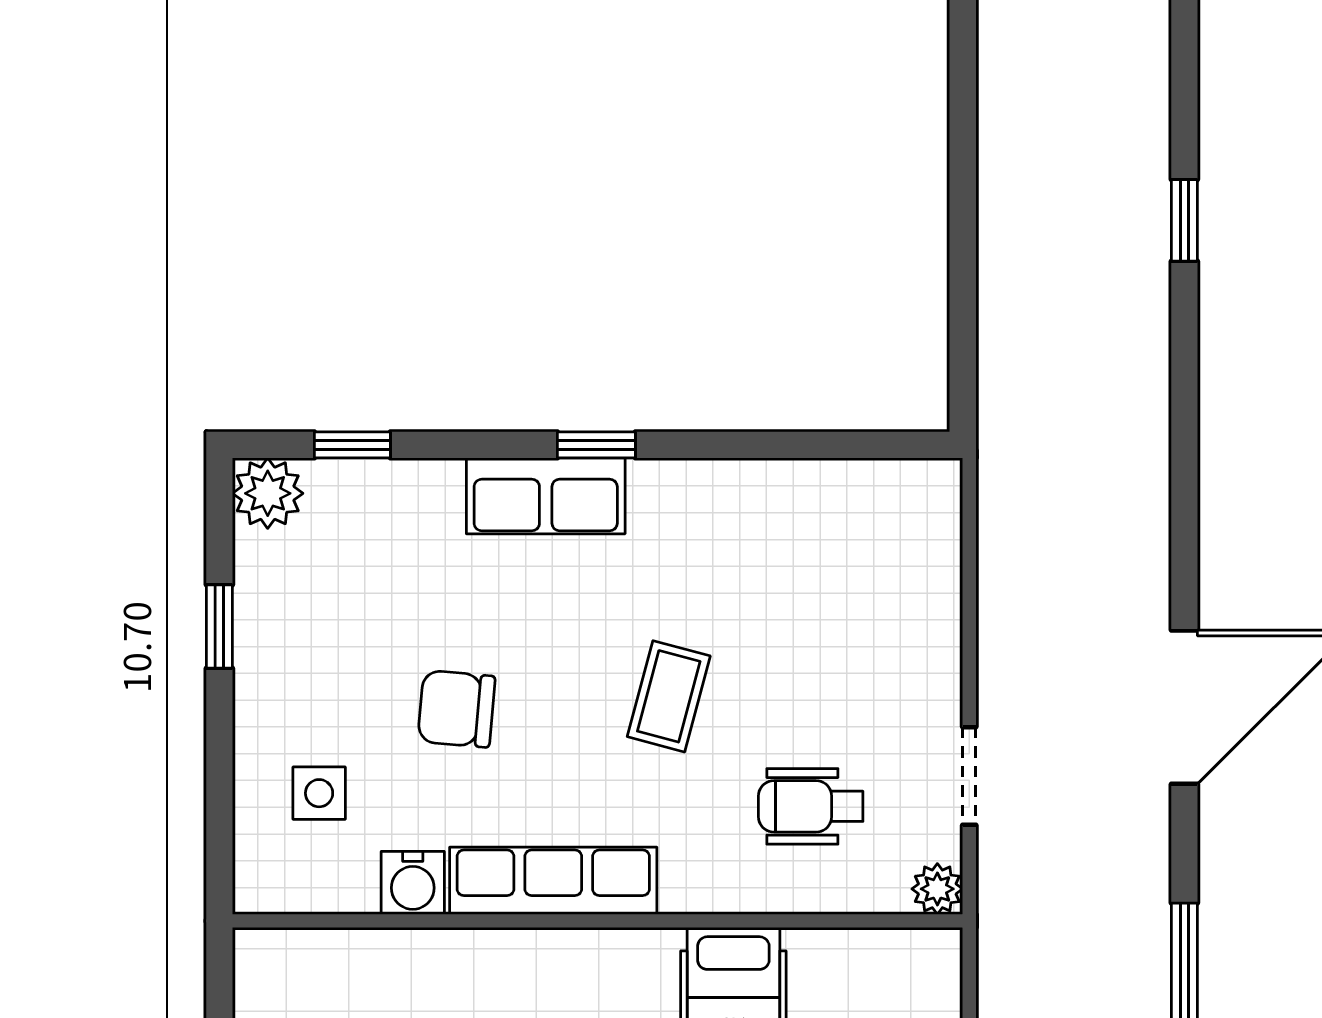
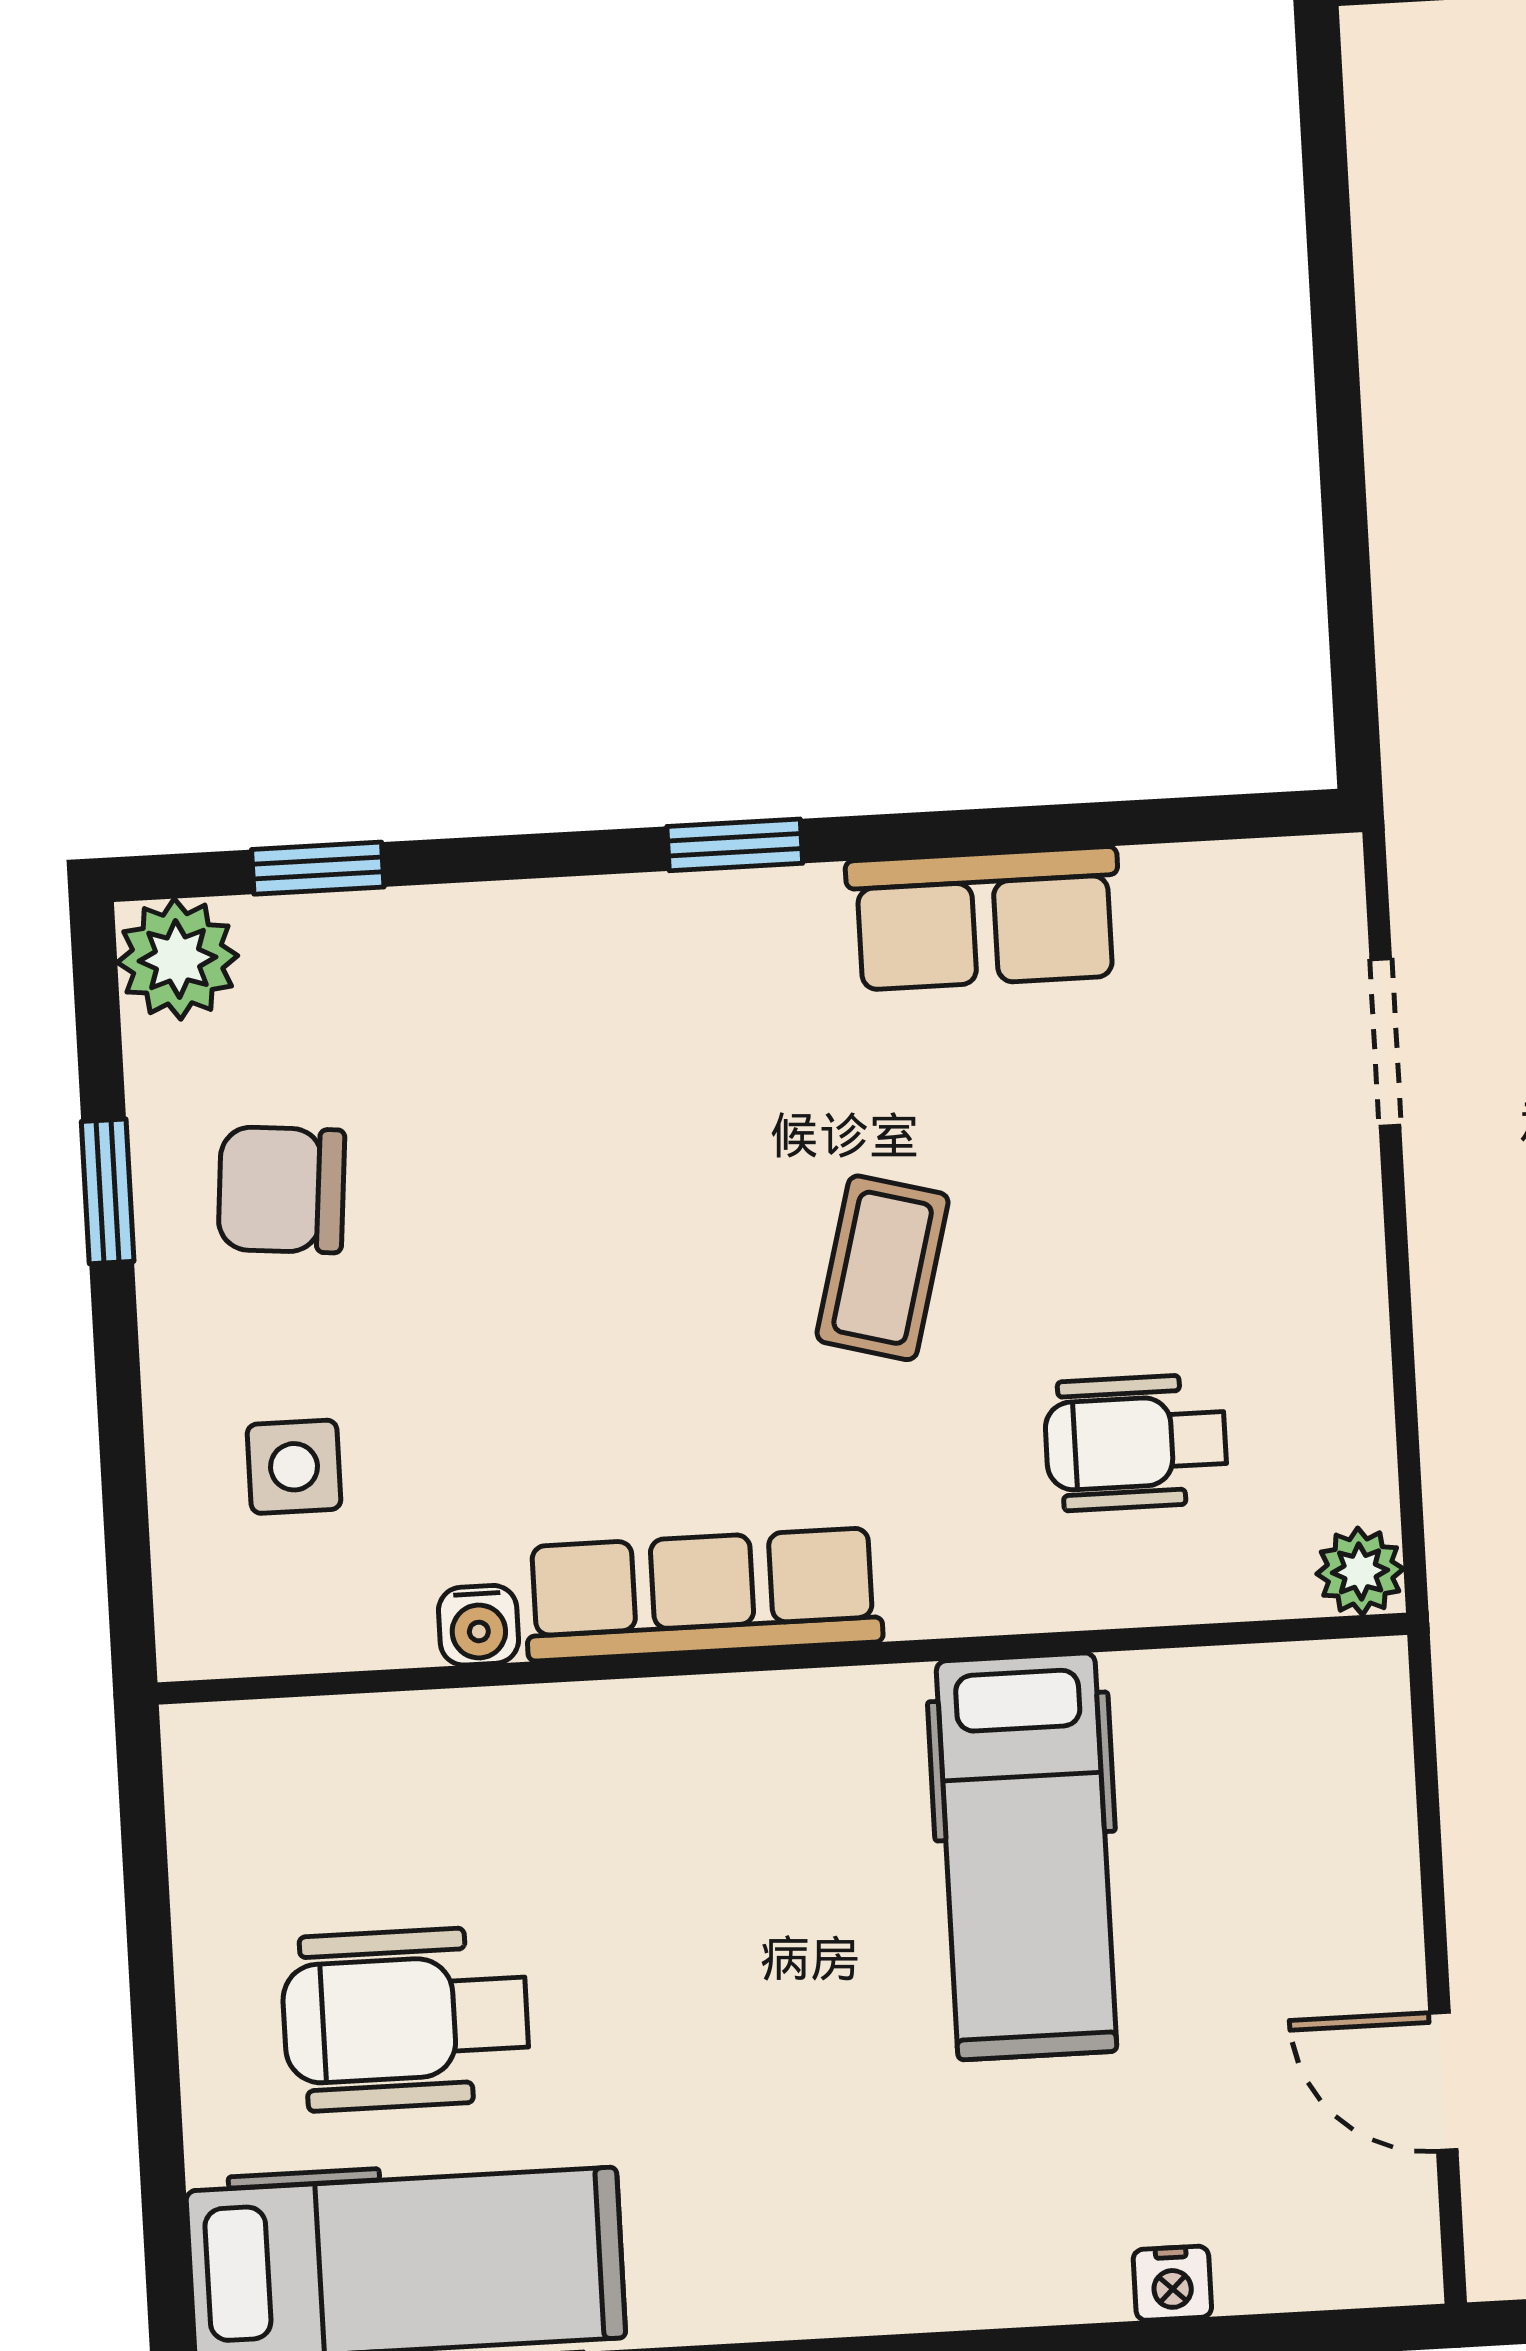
row of seats: (546, 496) -> (984, 918), moved
chair: (456, 709) -> (281, 1190), moved
doorway: (969, 776) -> (1385, 1043), moved
water cooler: (413, 883) -> (478, 1625), width x0.72, depth x0.72

